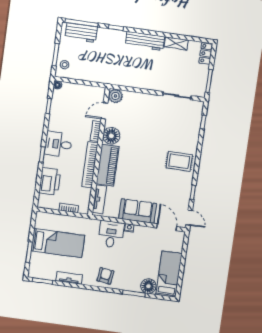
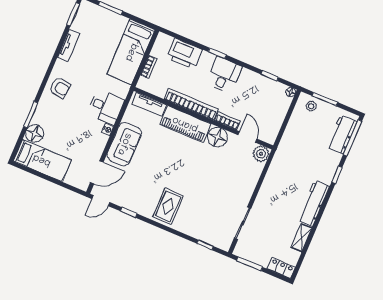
bed: (58, 243) -> (131, 52), moved

